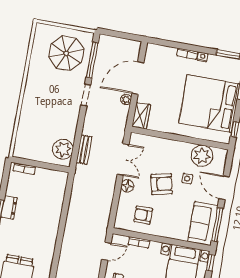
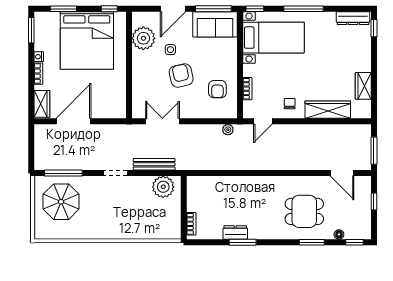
door: (138, 78) -> (74, 121), swing flipped
doorway: (86, 95) -> (116, 173), moved
plant: (126, 99) -> (228, 130), moved
wardrobe: (141, 116) -> (42, 104), moved, turned 90
bench: (84, 150) -> (154, 164), width x1.36
floor lamp: (127, 186) -> (190, 112), removed
door: (106, 251) -> (263, 121), swing flipped

